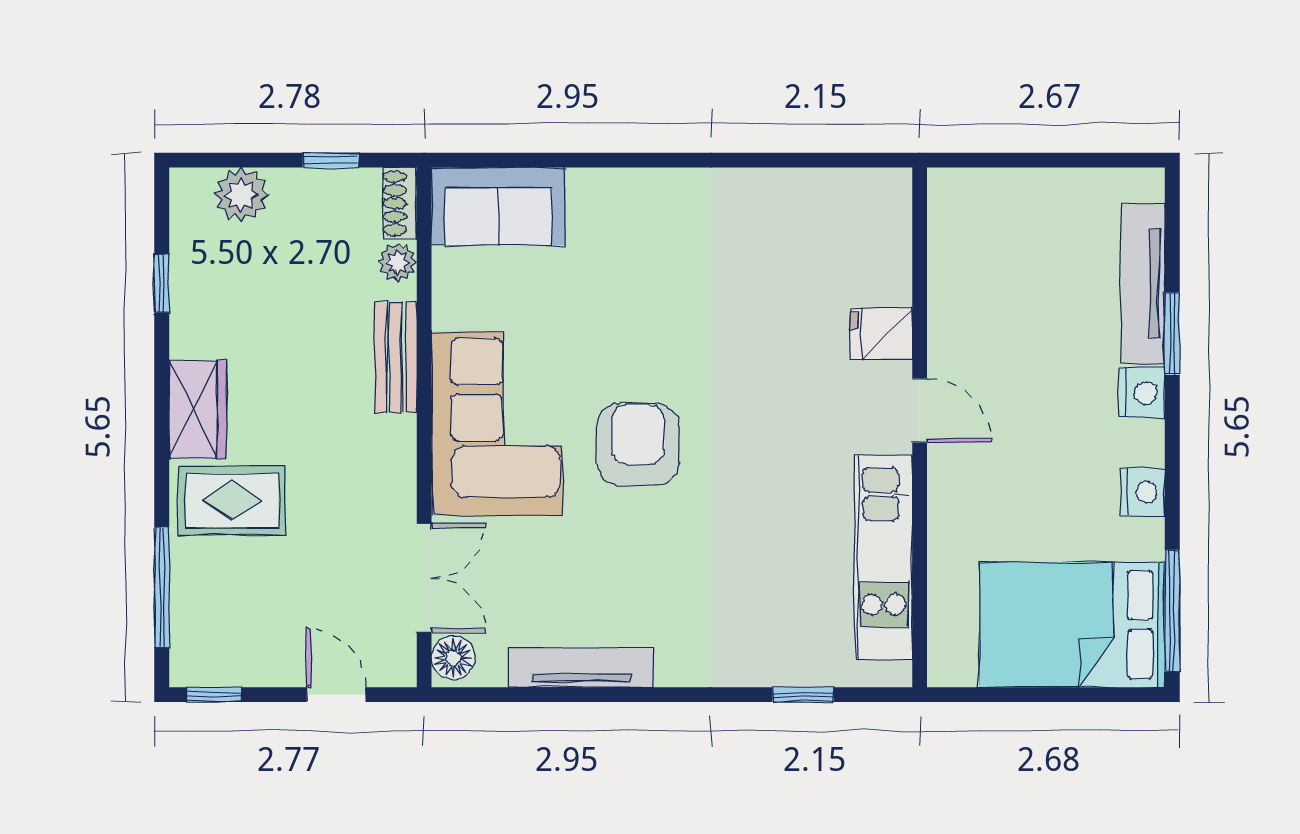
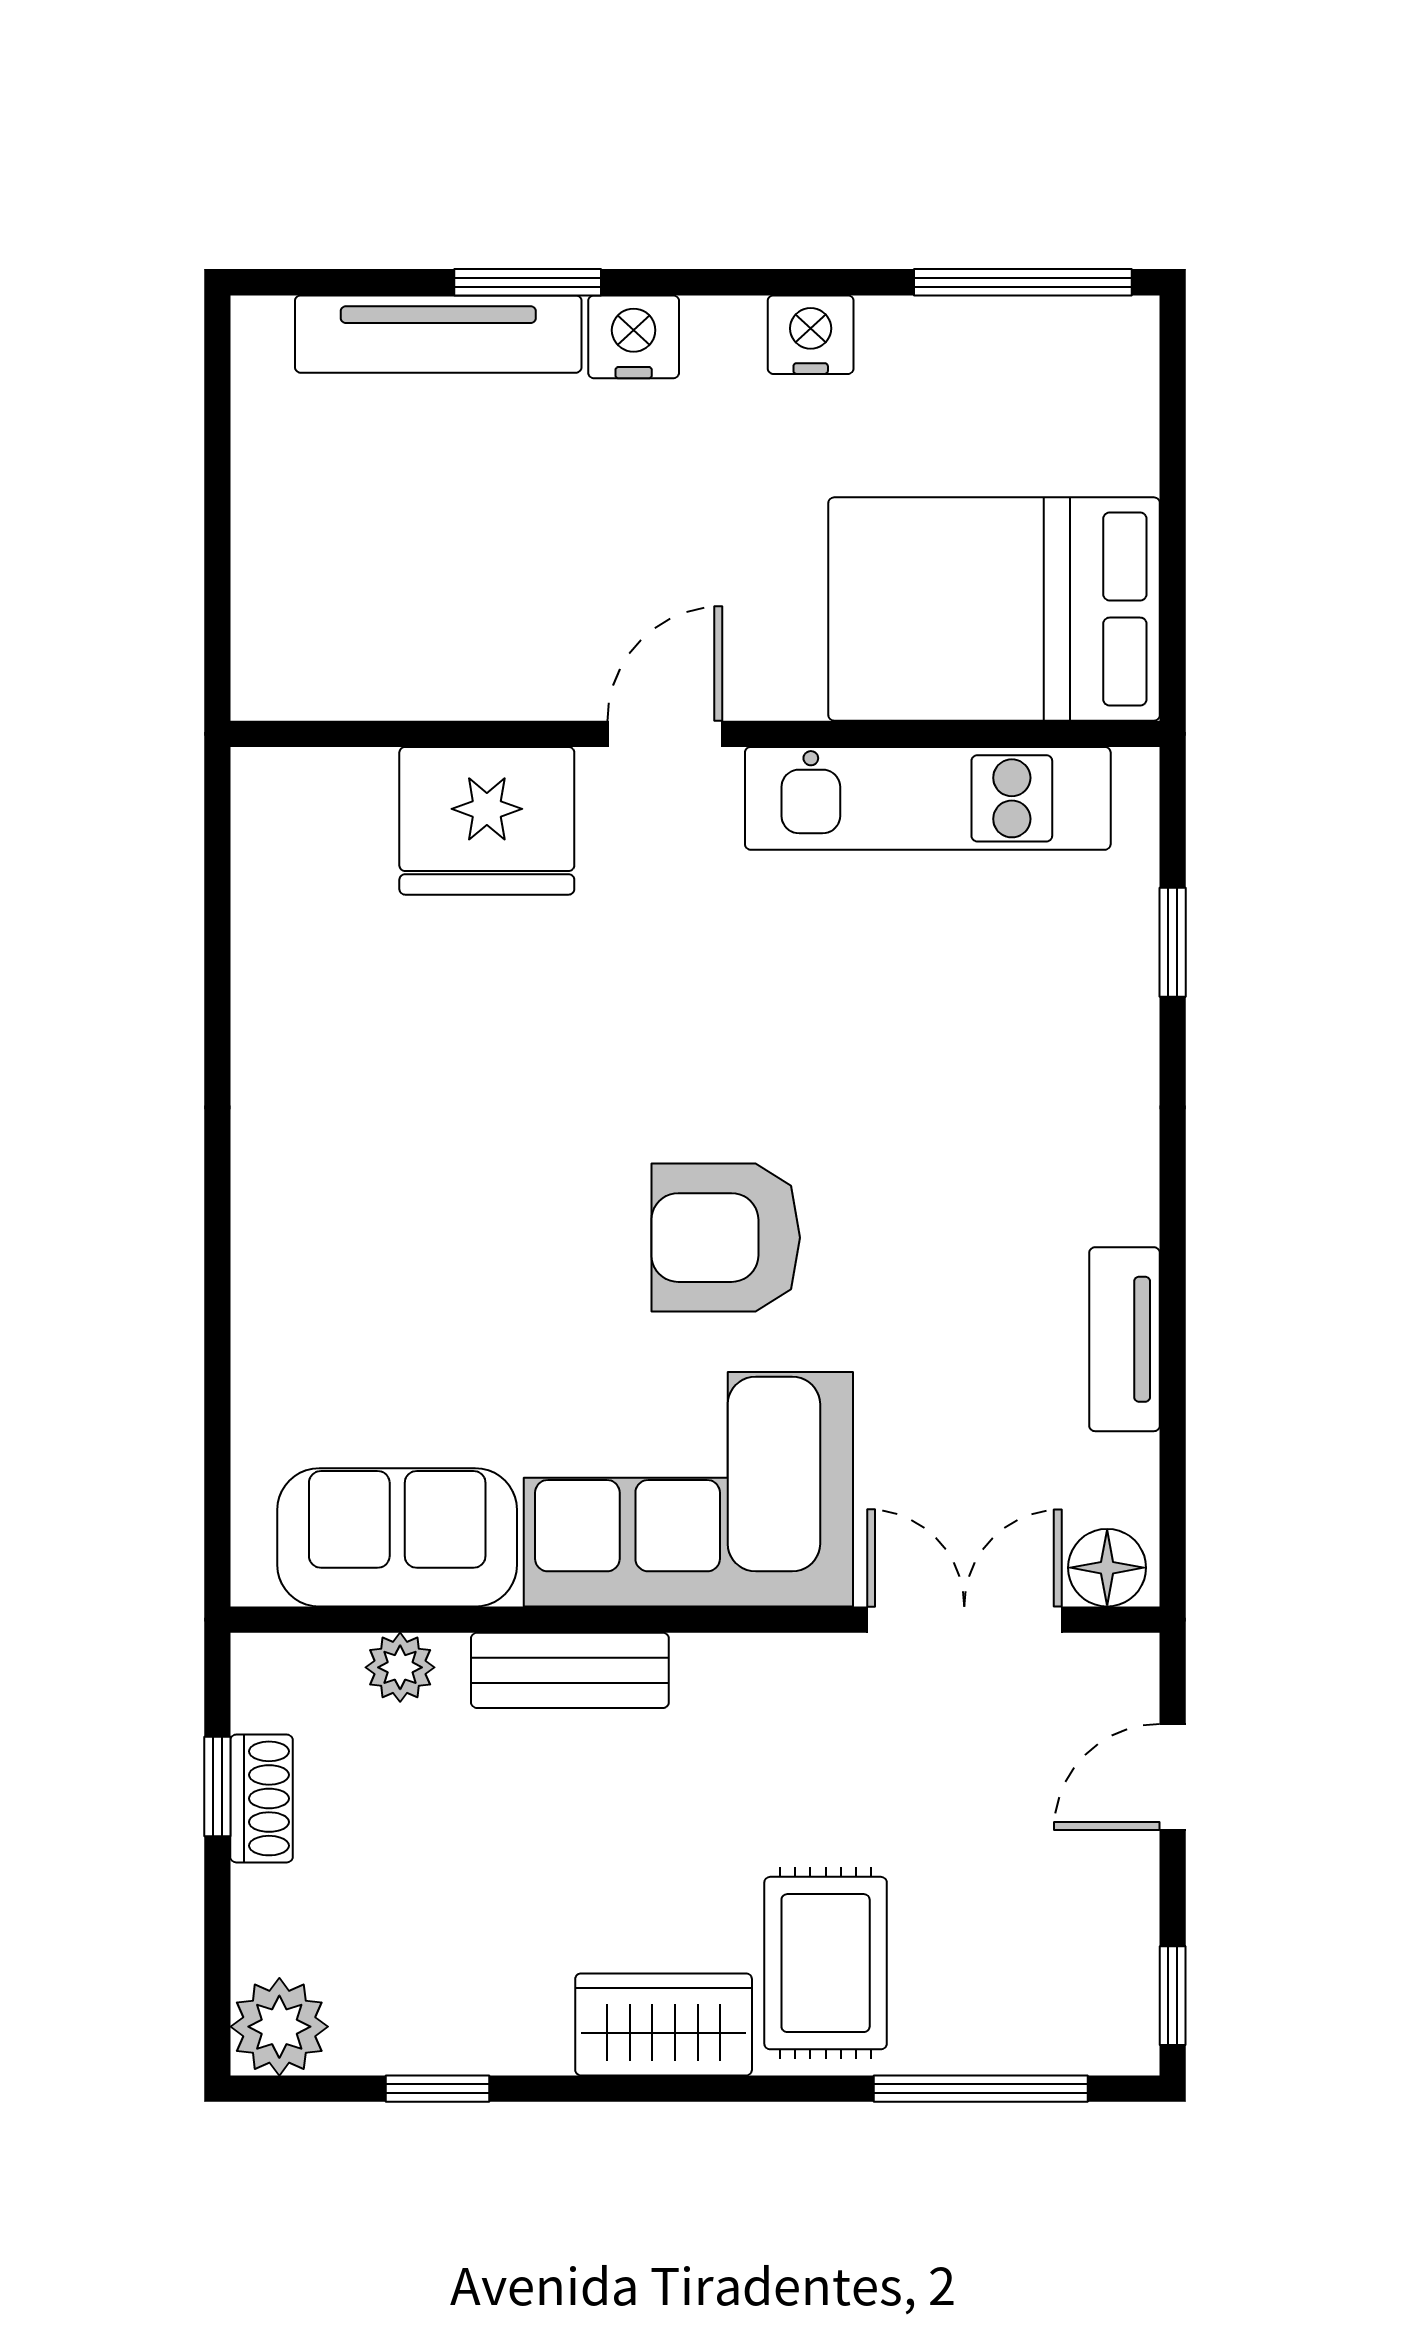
plant: (241, 195) -> (279, 2027), moved
shoe rack: (399, 203) -> (262, 1798), moved, turned -90
sofa: (498, 206) -> (397, 1537), moved, turned -90
fridge: (881, 334) -> (487, 821), width x1.88, depth x1.34
bed: (1072, 625) -> (994, 609), moved, turned 90
tv unit: (581, 668) -> (1125, 1339), width x0.71

